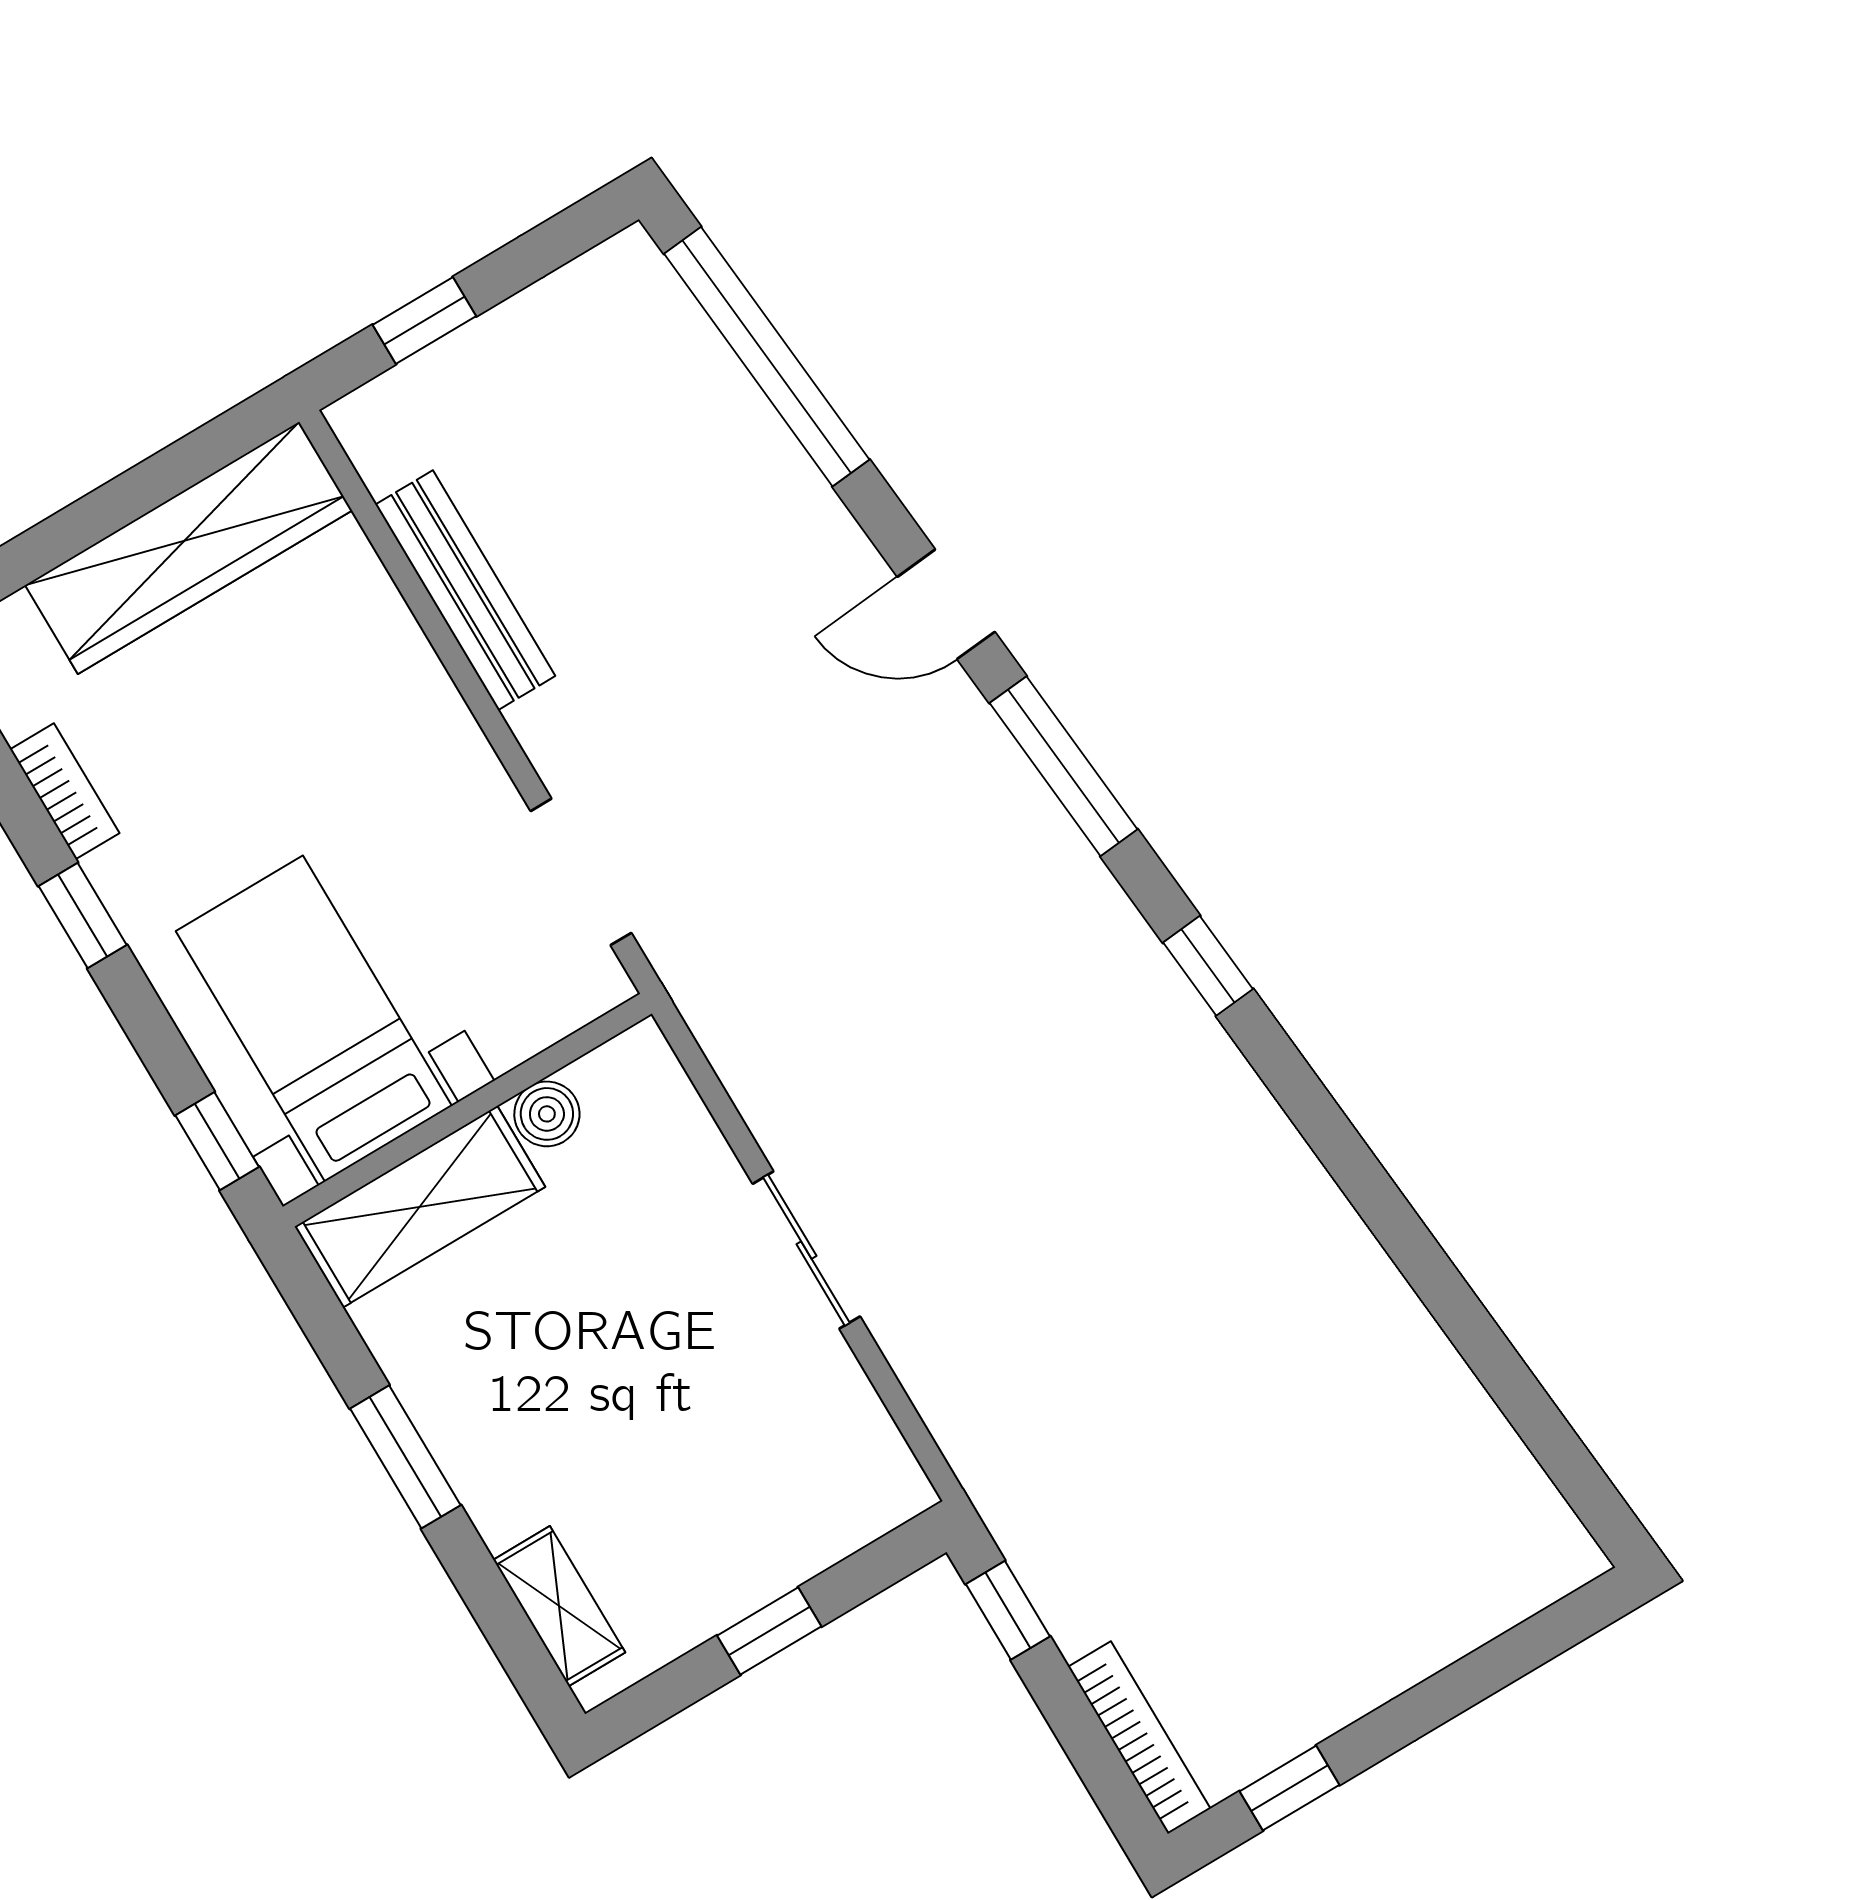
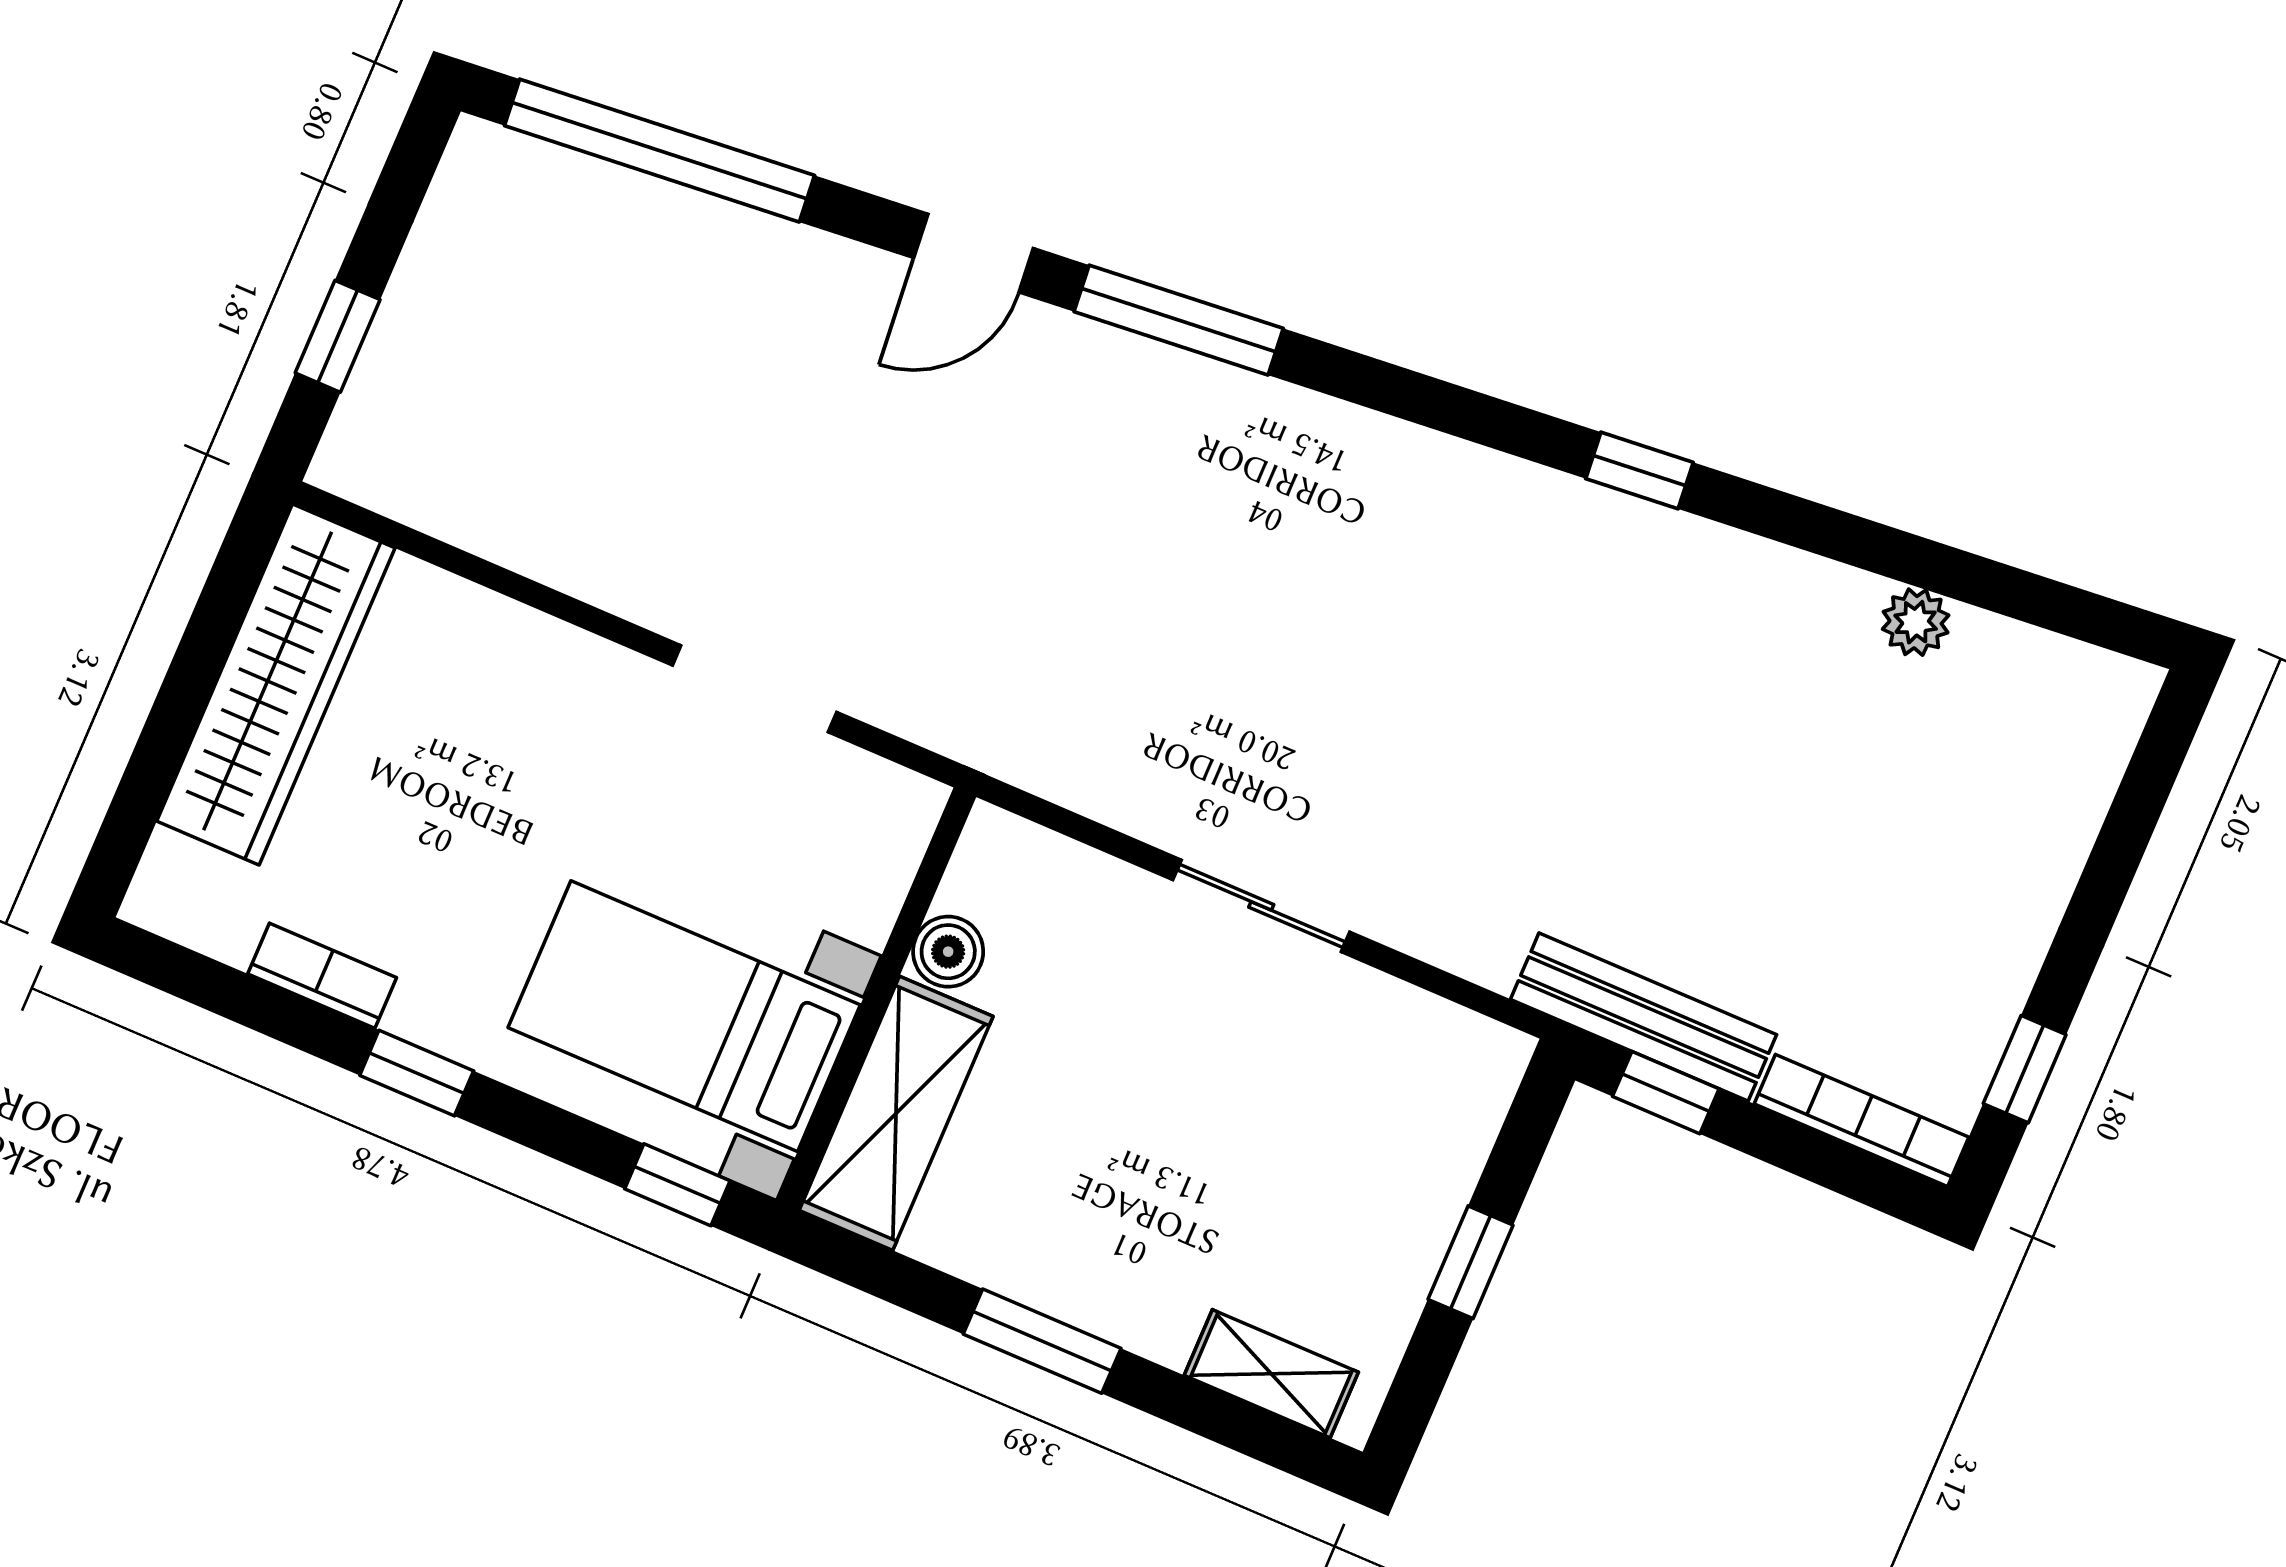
bench: (465, 590) -> (1644, 1017), moved
doorway: (581, 872) -> (755, 689), moved
window: (1208, 966) -> (1639, 471), moved
plant: (1451, 1394) -> (1916, 622), added

